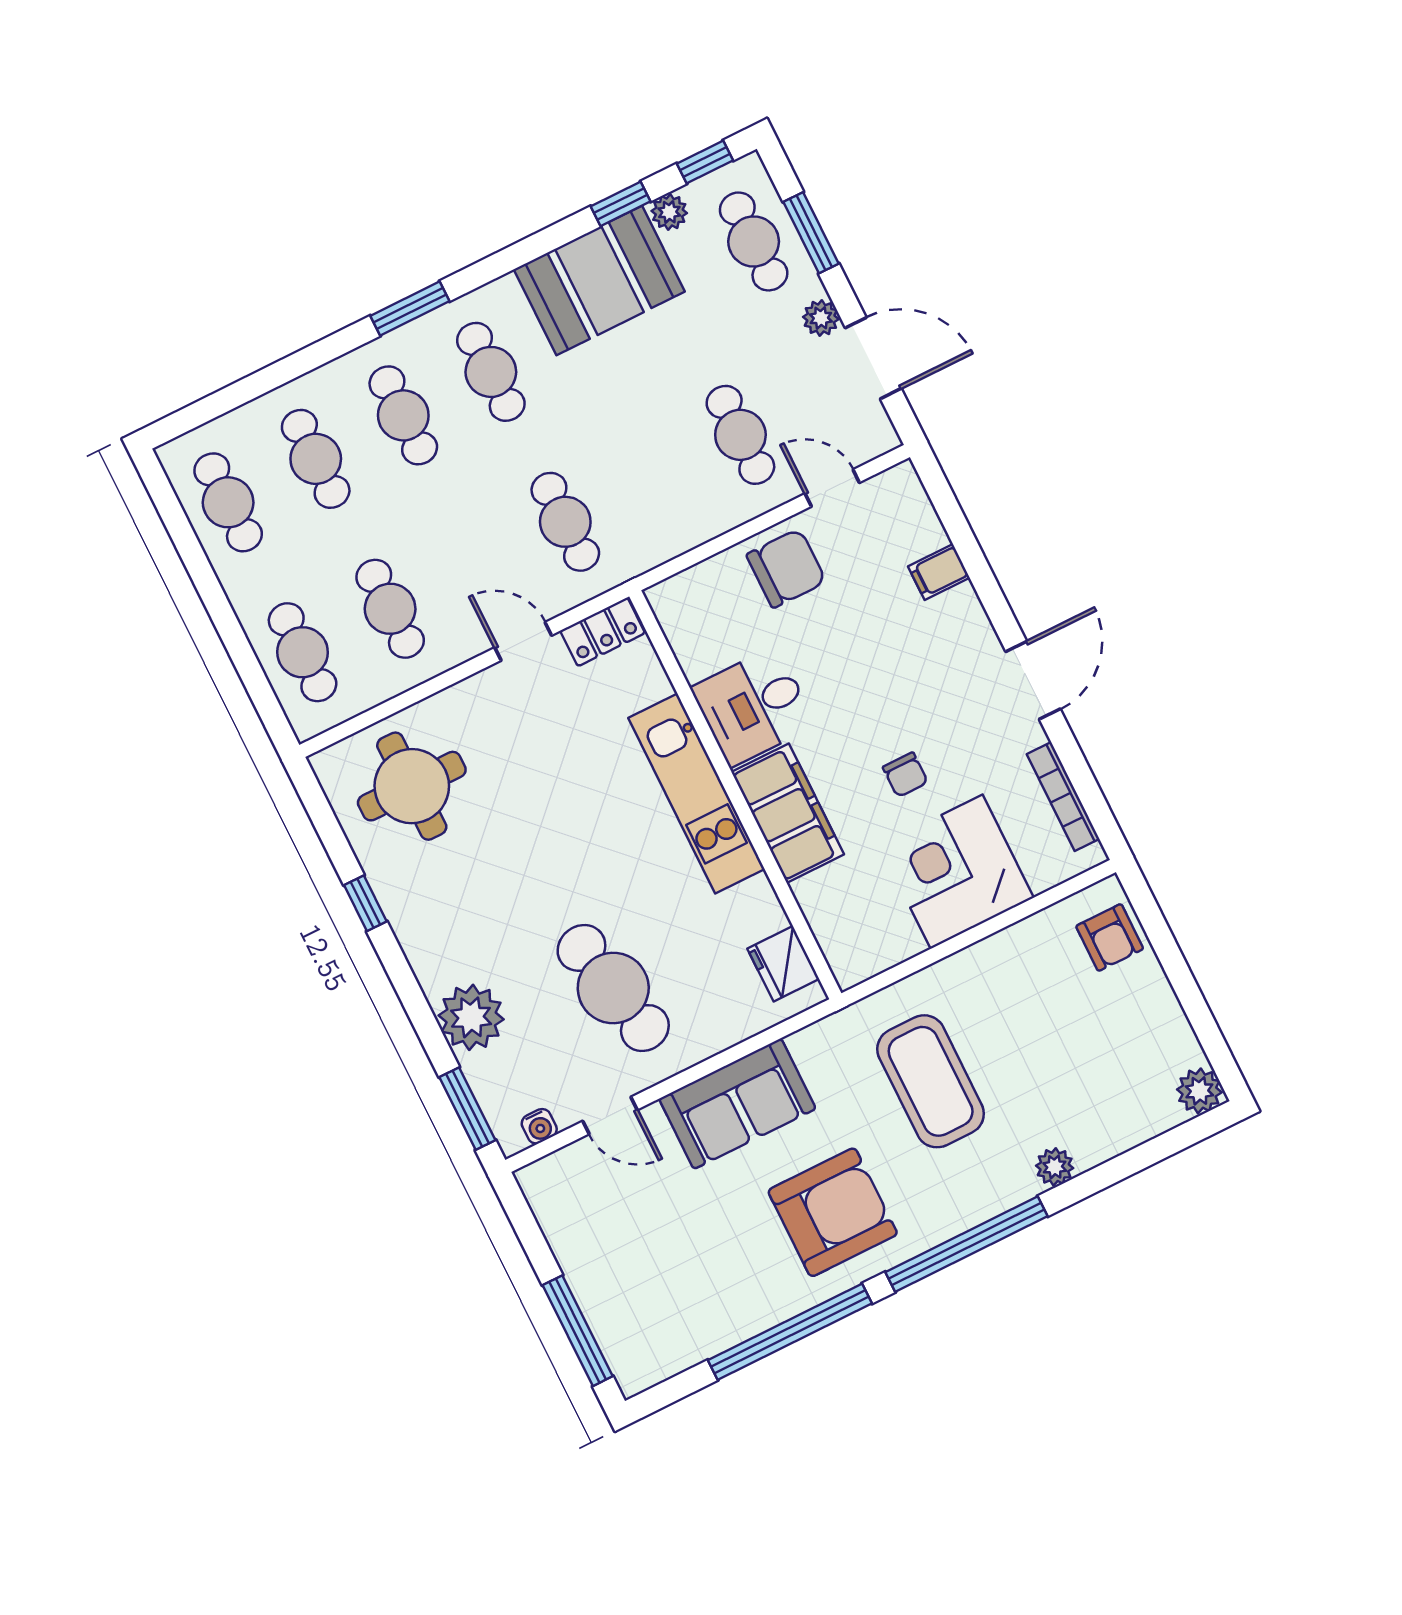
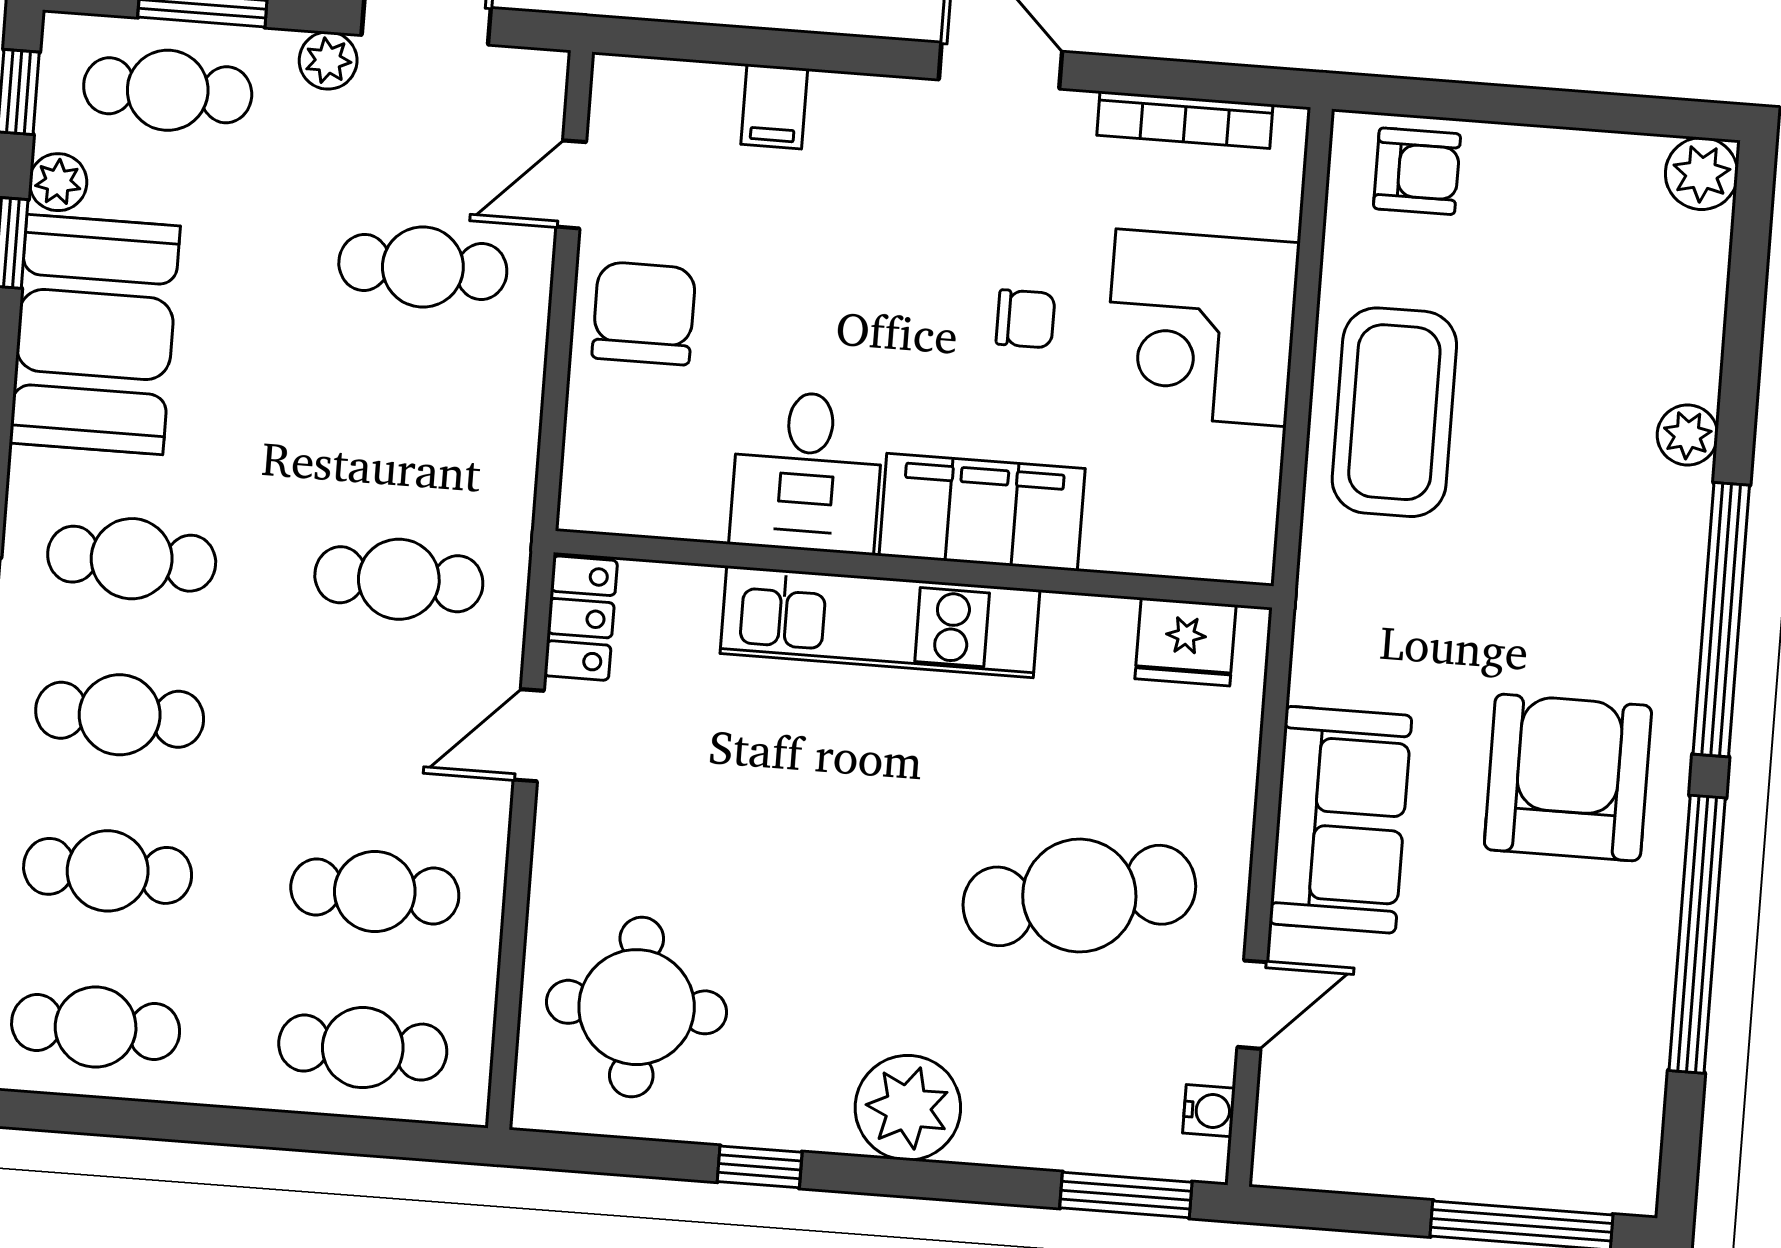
plant: (471, 1017) -> (908, 1108), moved
coffee table: (931, 1081) -> (1394, 412), moved, turned 90

